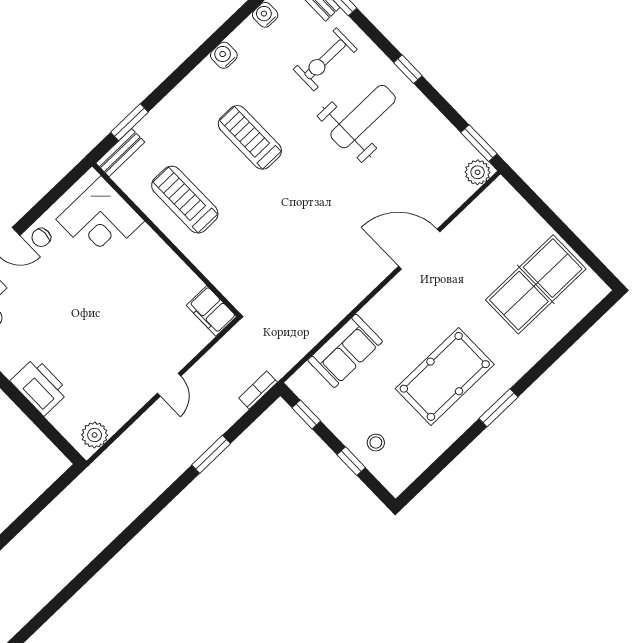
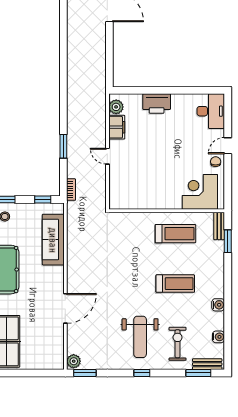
filing cabinet: (211, 311) -> (117, 127), moved, turned 90
sofa: (345, 351) -> (53, 240), width x1.36

